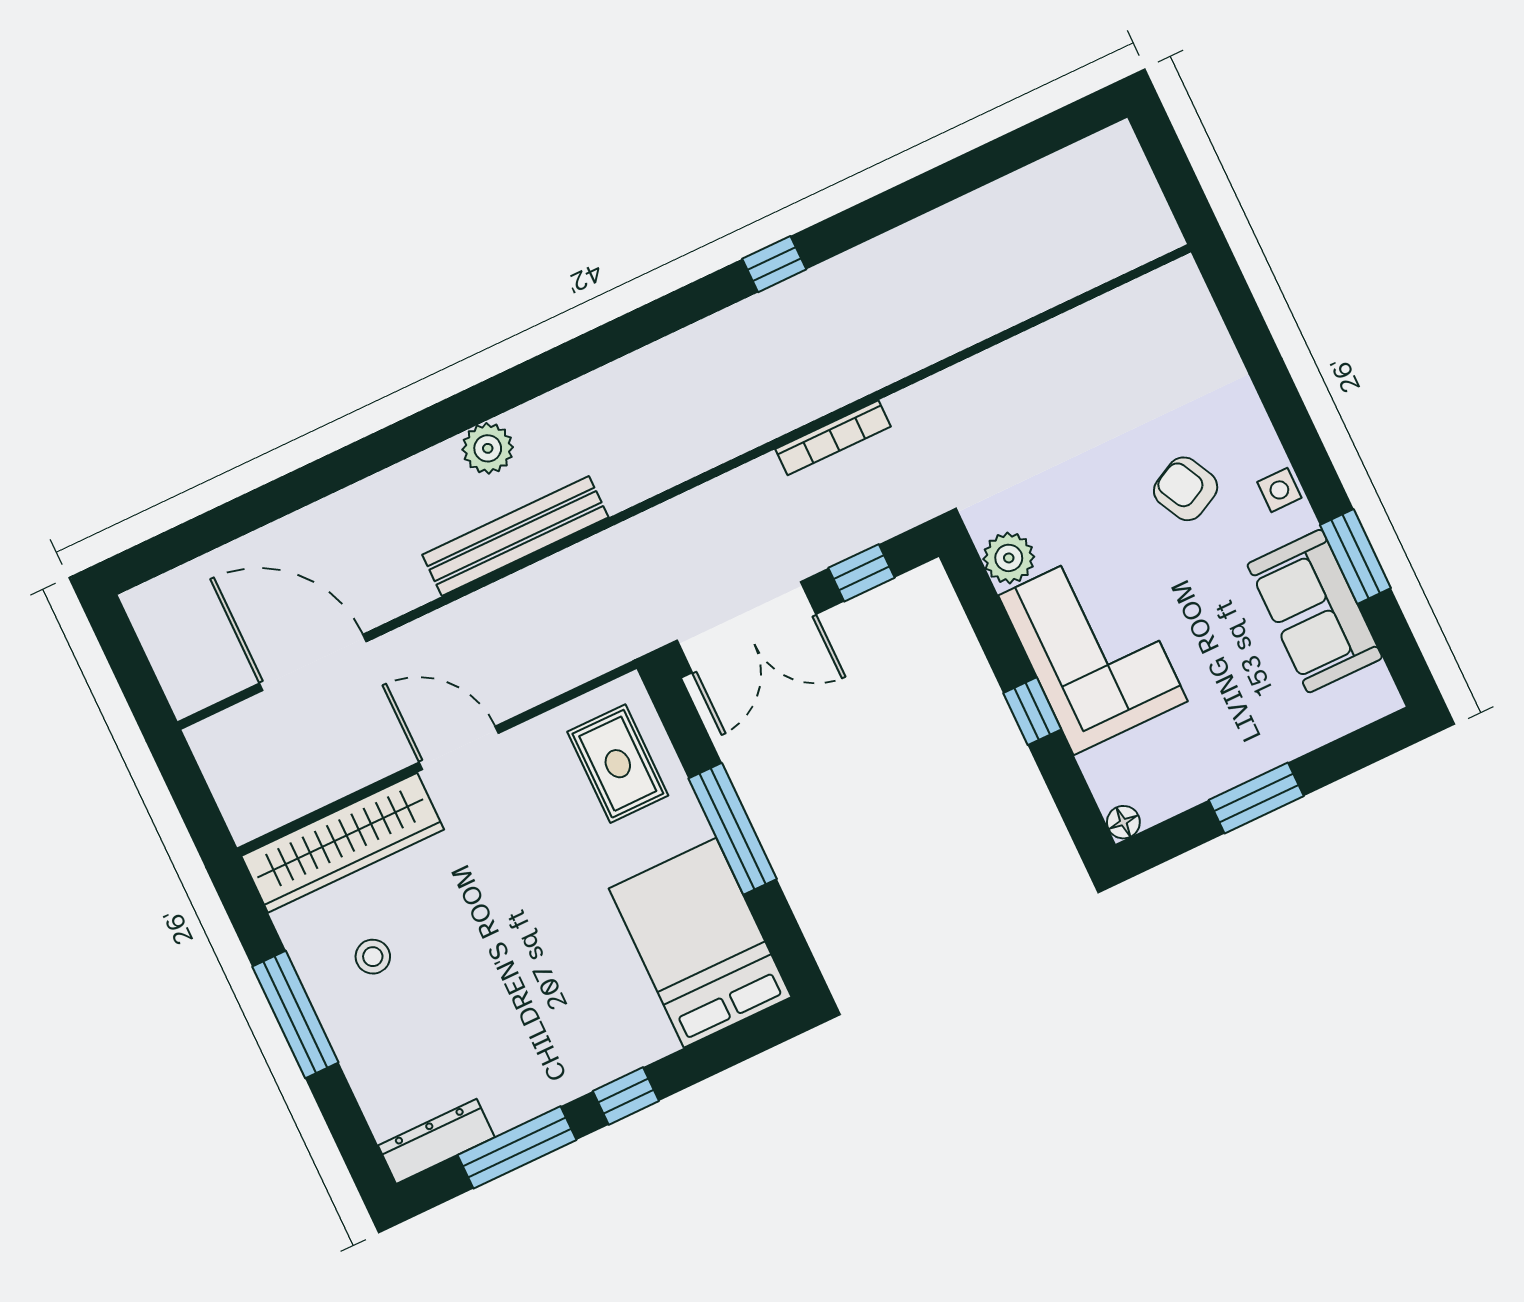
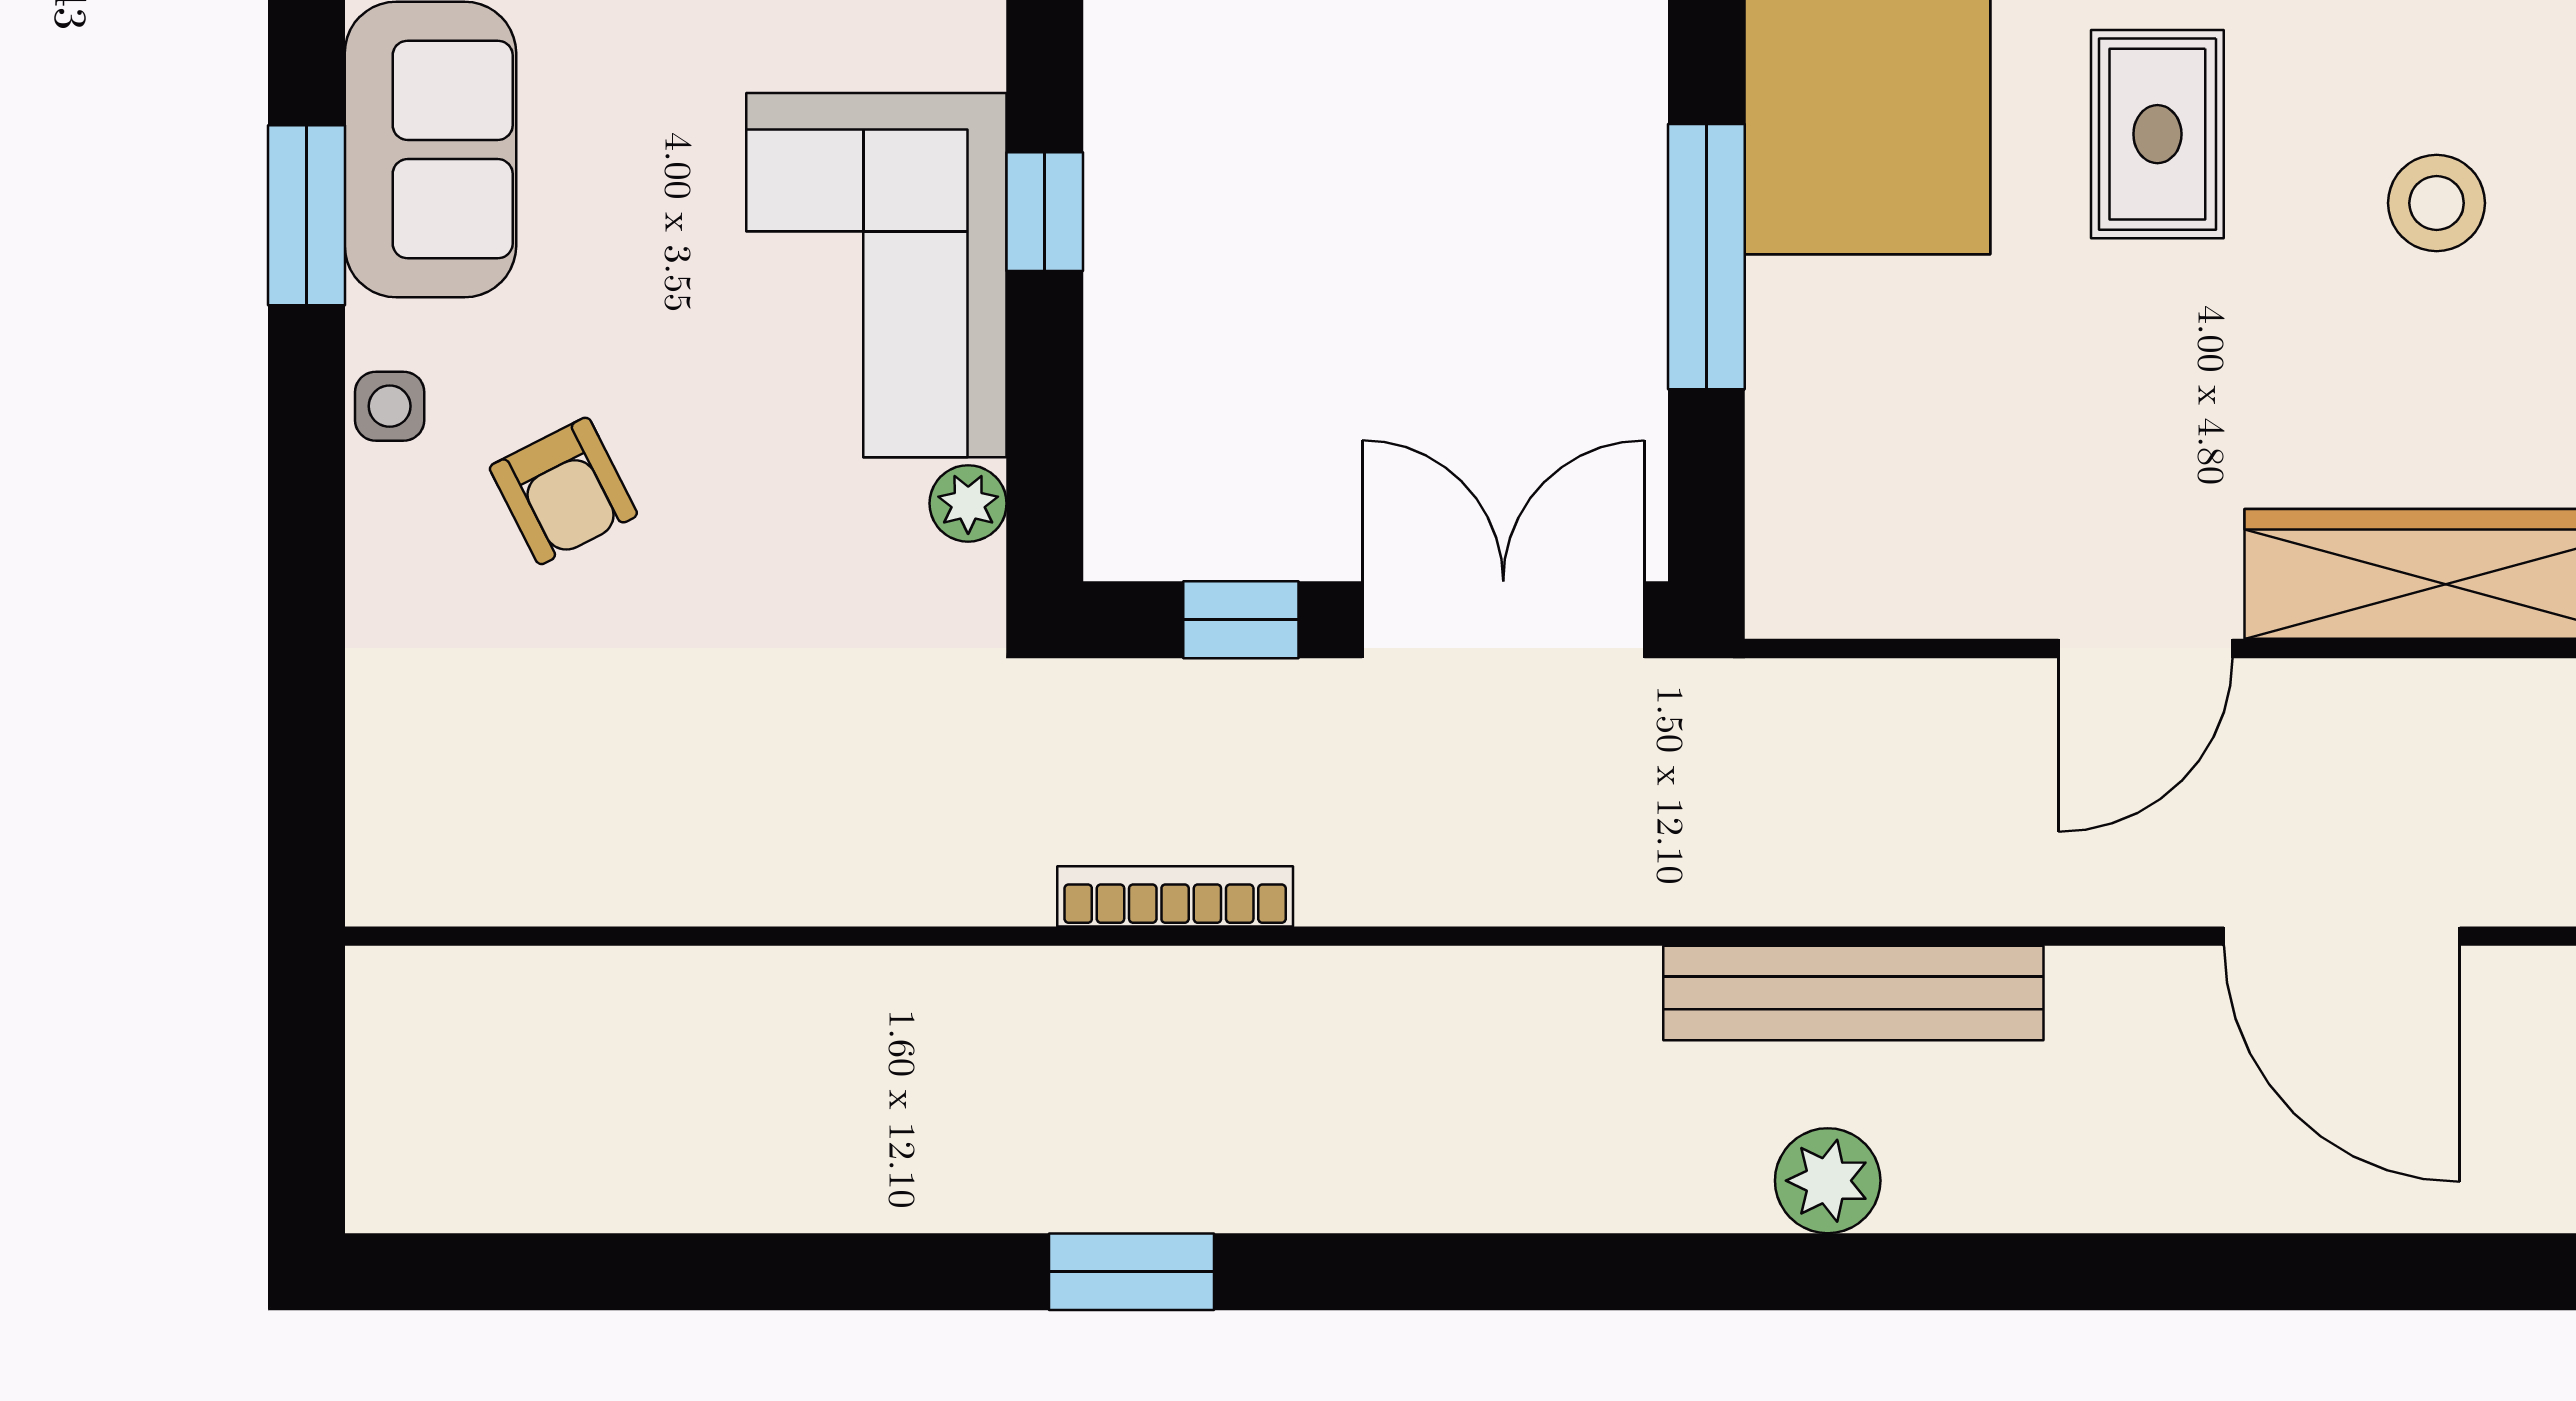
window: (774, 264) -> (1132, 1272), width x1.50
plant: (1009, 558) -> (968, 503), width x0.73, depth x0.73
door: (459, 748) -> (2145, 648), hinge flipped
rug: (618, 764) -> (2157, 134), moved
stool: (373, 957) -> (2437, 203), moved, width x1.37, depth x1.37

